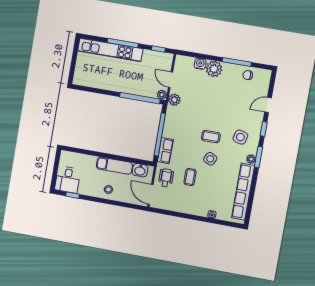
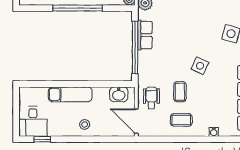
window: (140, 98) -> (78, 8), moved
coffee table: (211, 137) -> (181, 120), moved
row of seats: (165, 151) -> (145, 35), moved
exam couch: (114, 166) -> (70, 94), moved

